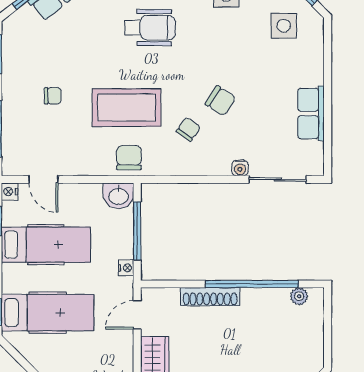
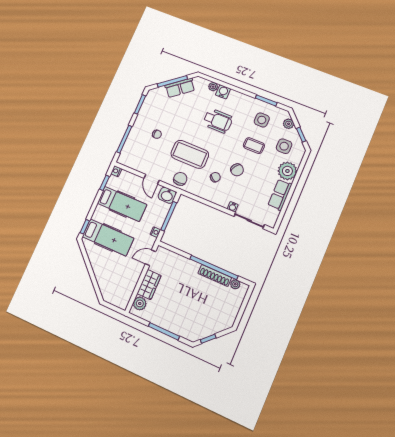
coffee table: (232, 46) -> (254, 146), added
plant: (307, 67) -> (287, 171), added
door: (43, 179) -> (152, 179), moved
shoe rack: (210, 297) -> (215, 275), moved

